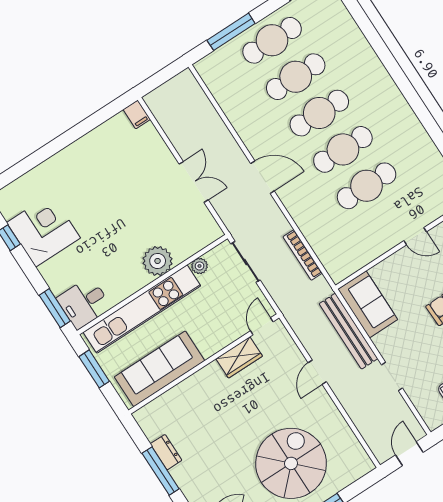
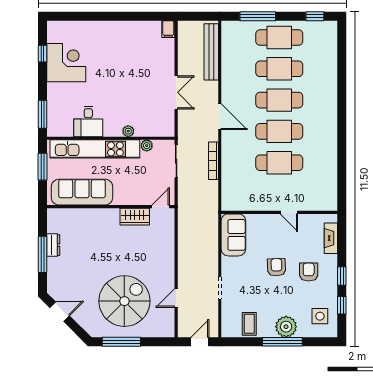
bookcase: (303, 255) -> (213, 161), moved
plant: (158, 261) -> (128, 131), width x0.53, depth x0.53
desk: (84, 303) -> (88, 121), moved, turned -90
bench: (348, 331) -> (211, 52), moved
door: (317, 372) -> (176, 298), moved

